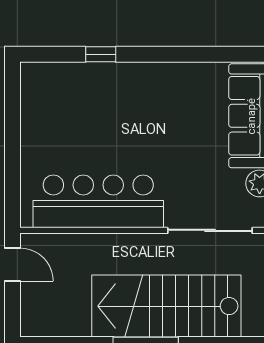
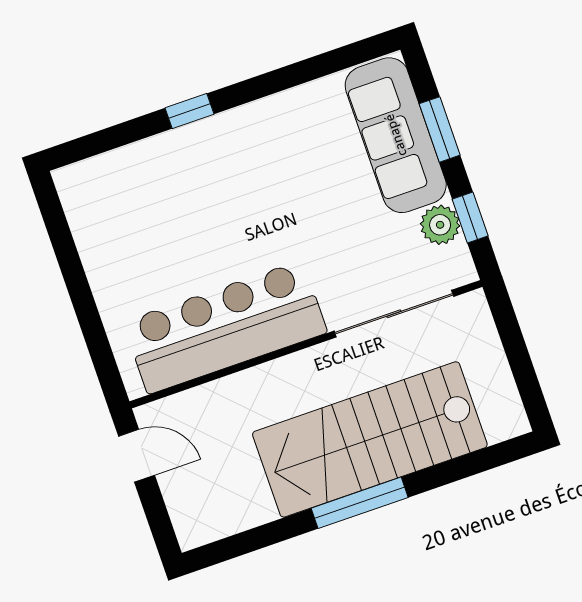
window: (101, 54) -> (190, 111), moved

